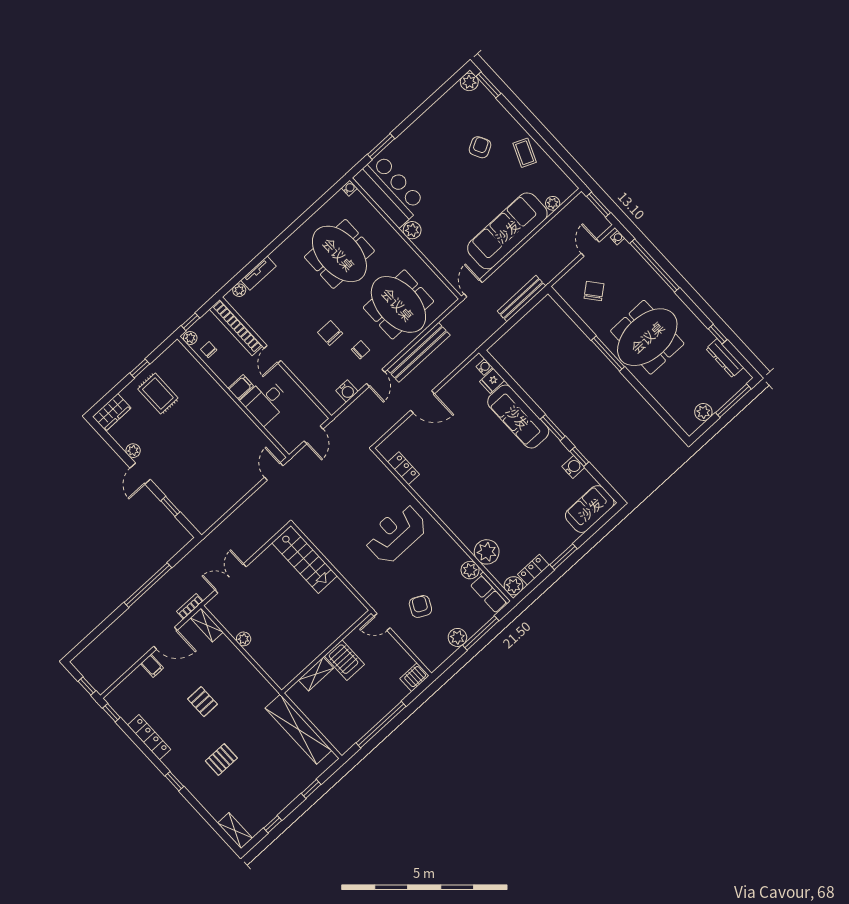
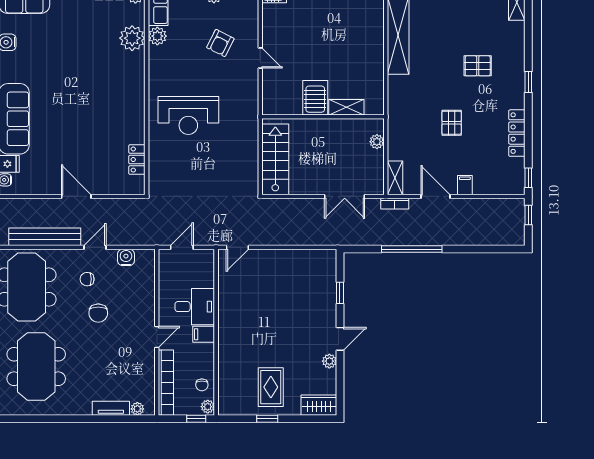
wall: (326, 652) -> (323, 117), moved
server rack: (344, 660) -> (315, 98), moved
shelving: (316, 674) -> (346, 107), moved

